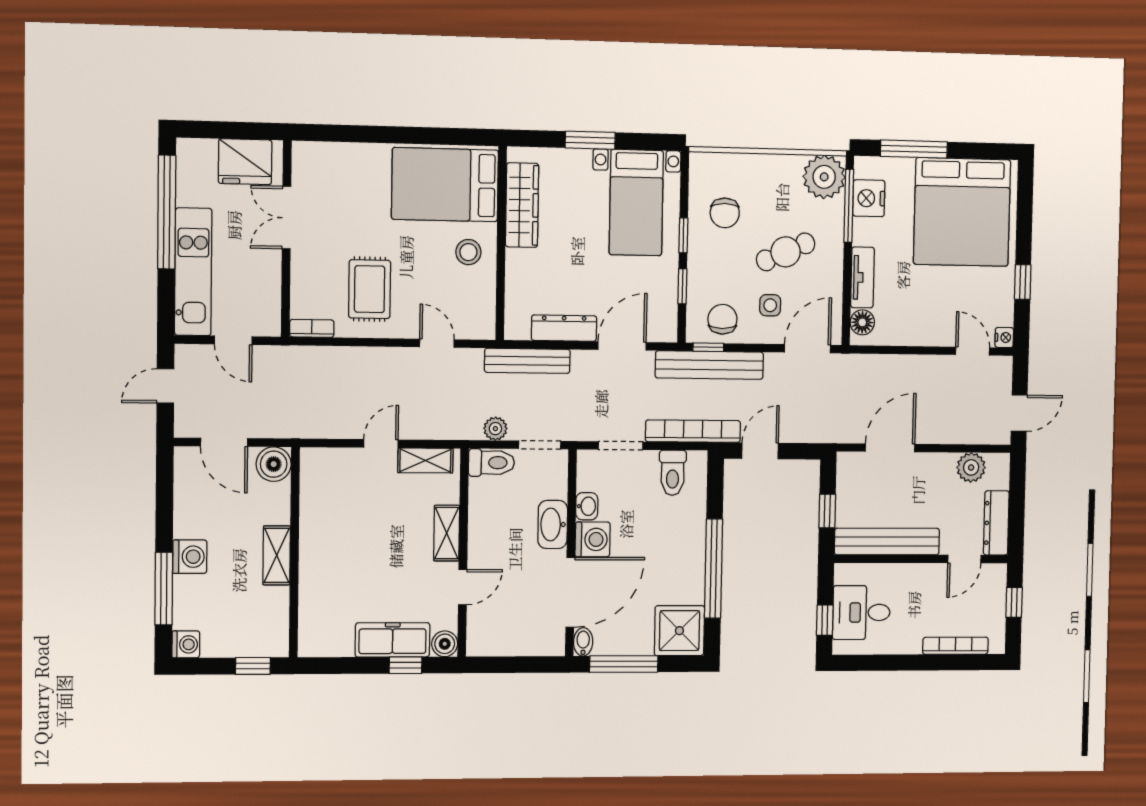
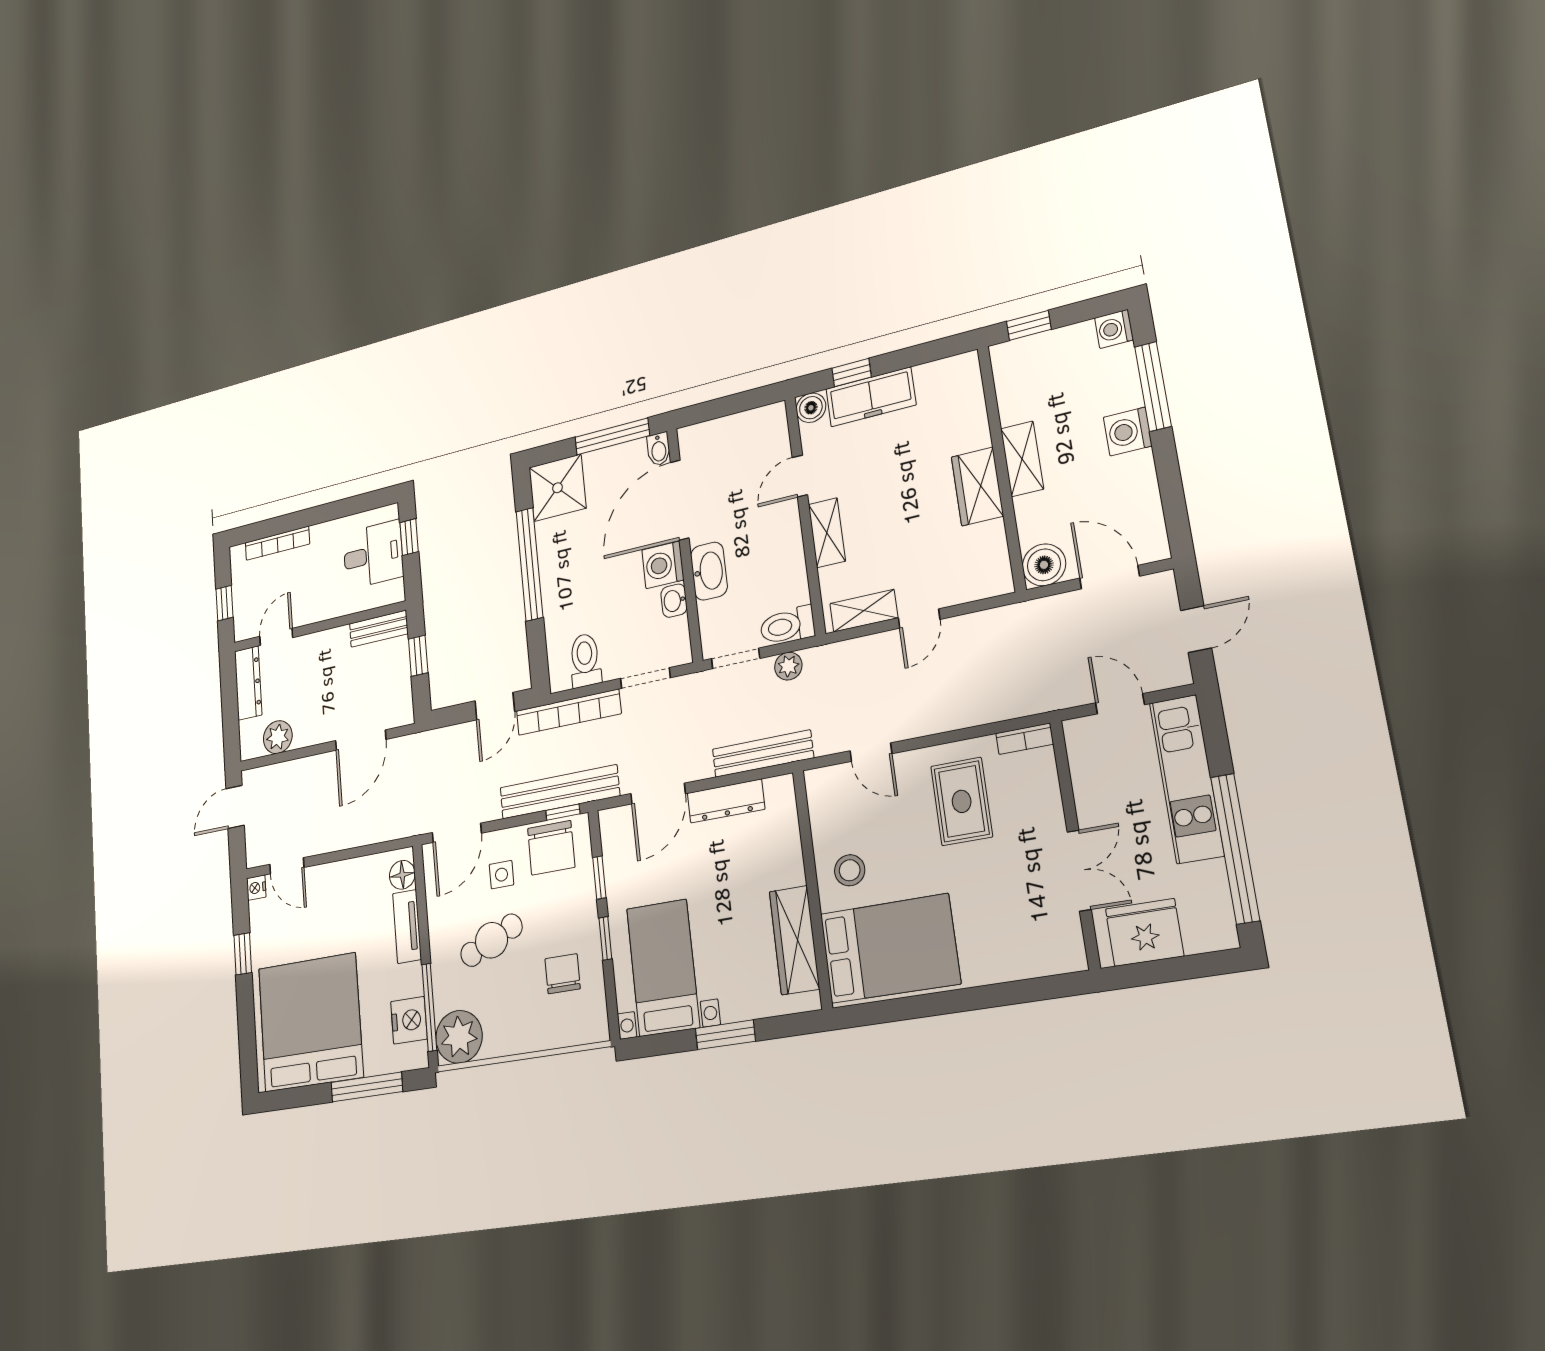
chair: (722, 319) -> (551, 848), width x1.37, depth x1.37
wardrobe: (316, 541) -> (977, 486), added
bench: (887, 542) -> (379, 629), width x0.54, depth x0.82

